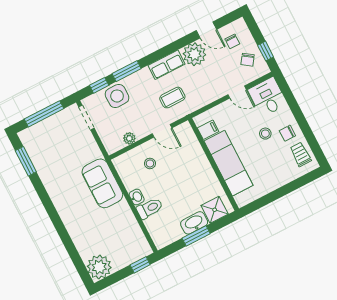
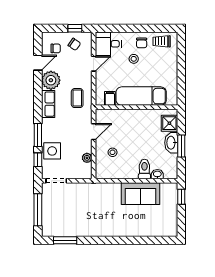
coffee table: (172, 98) -> (77, 98), moved
sofa: (102, 183) -> (141, 194), moved
washbasin: (137, 197) -> (157, 174), moved
plant: (99, 267) -> (168, 227), removed

